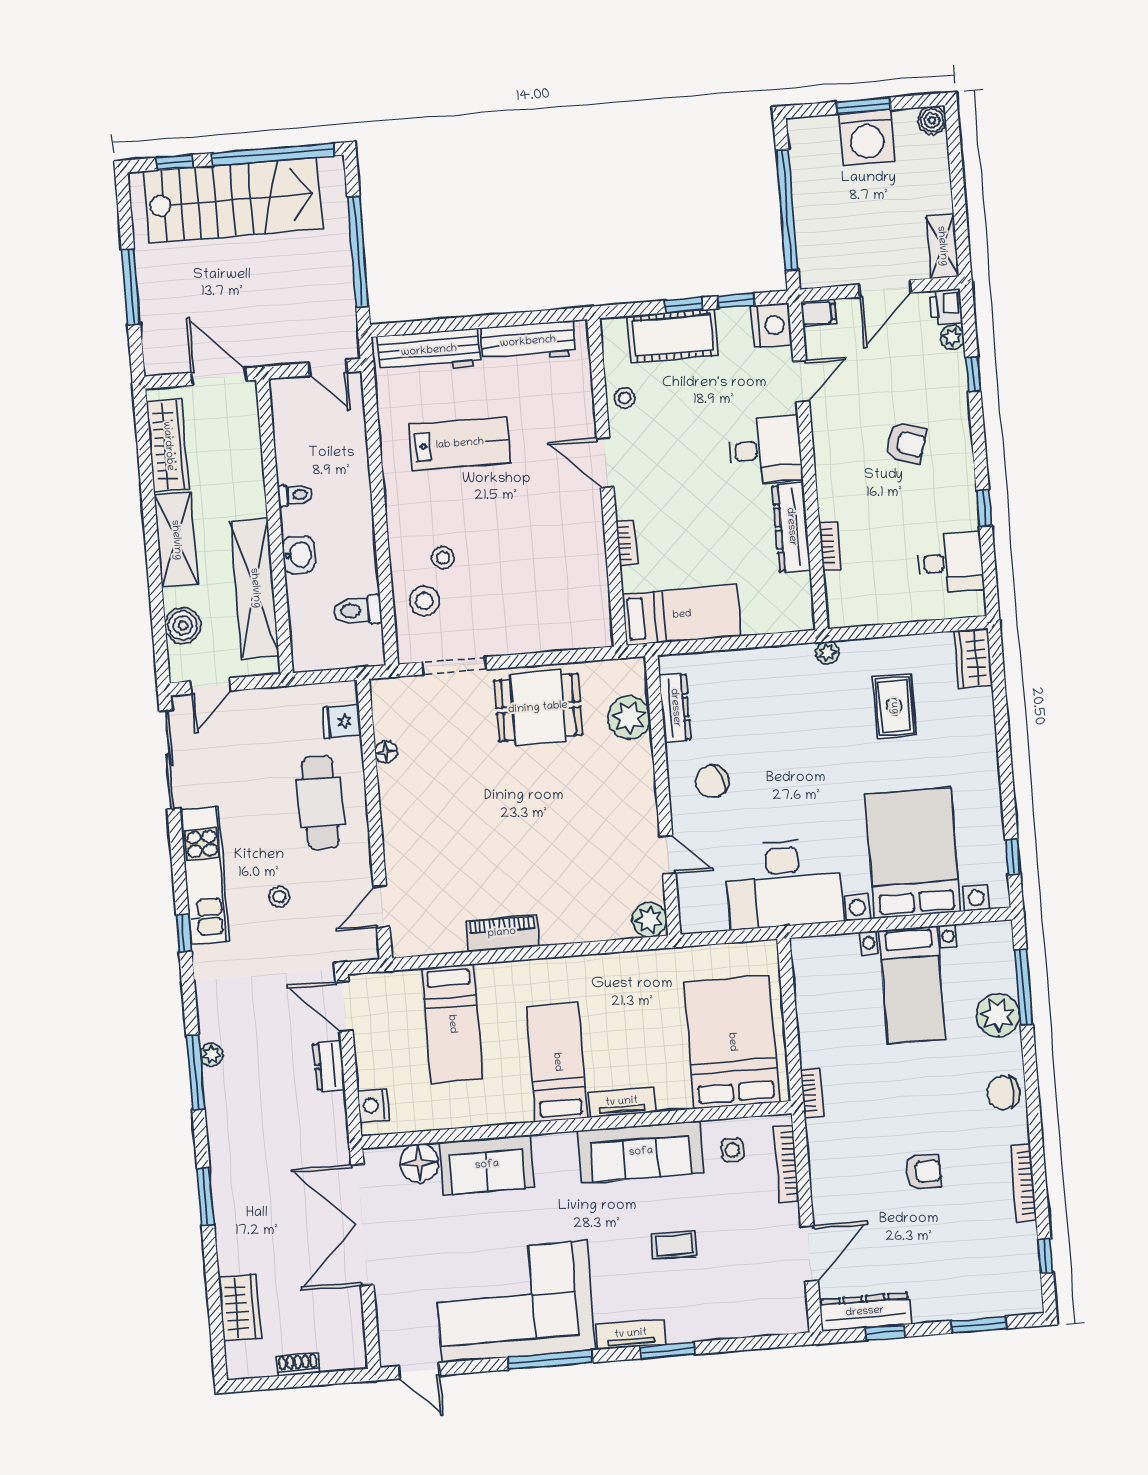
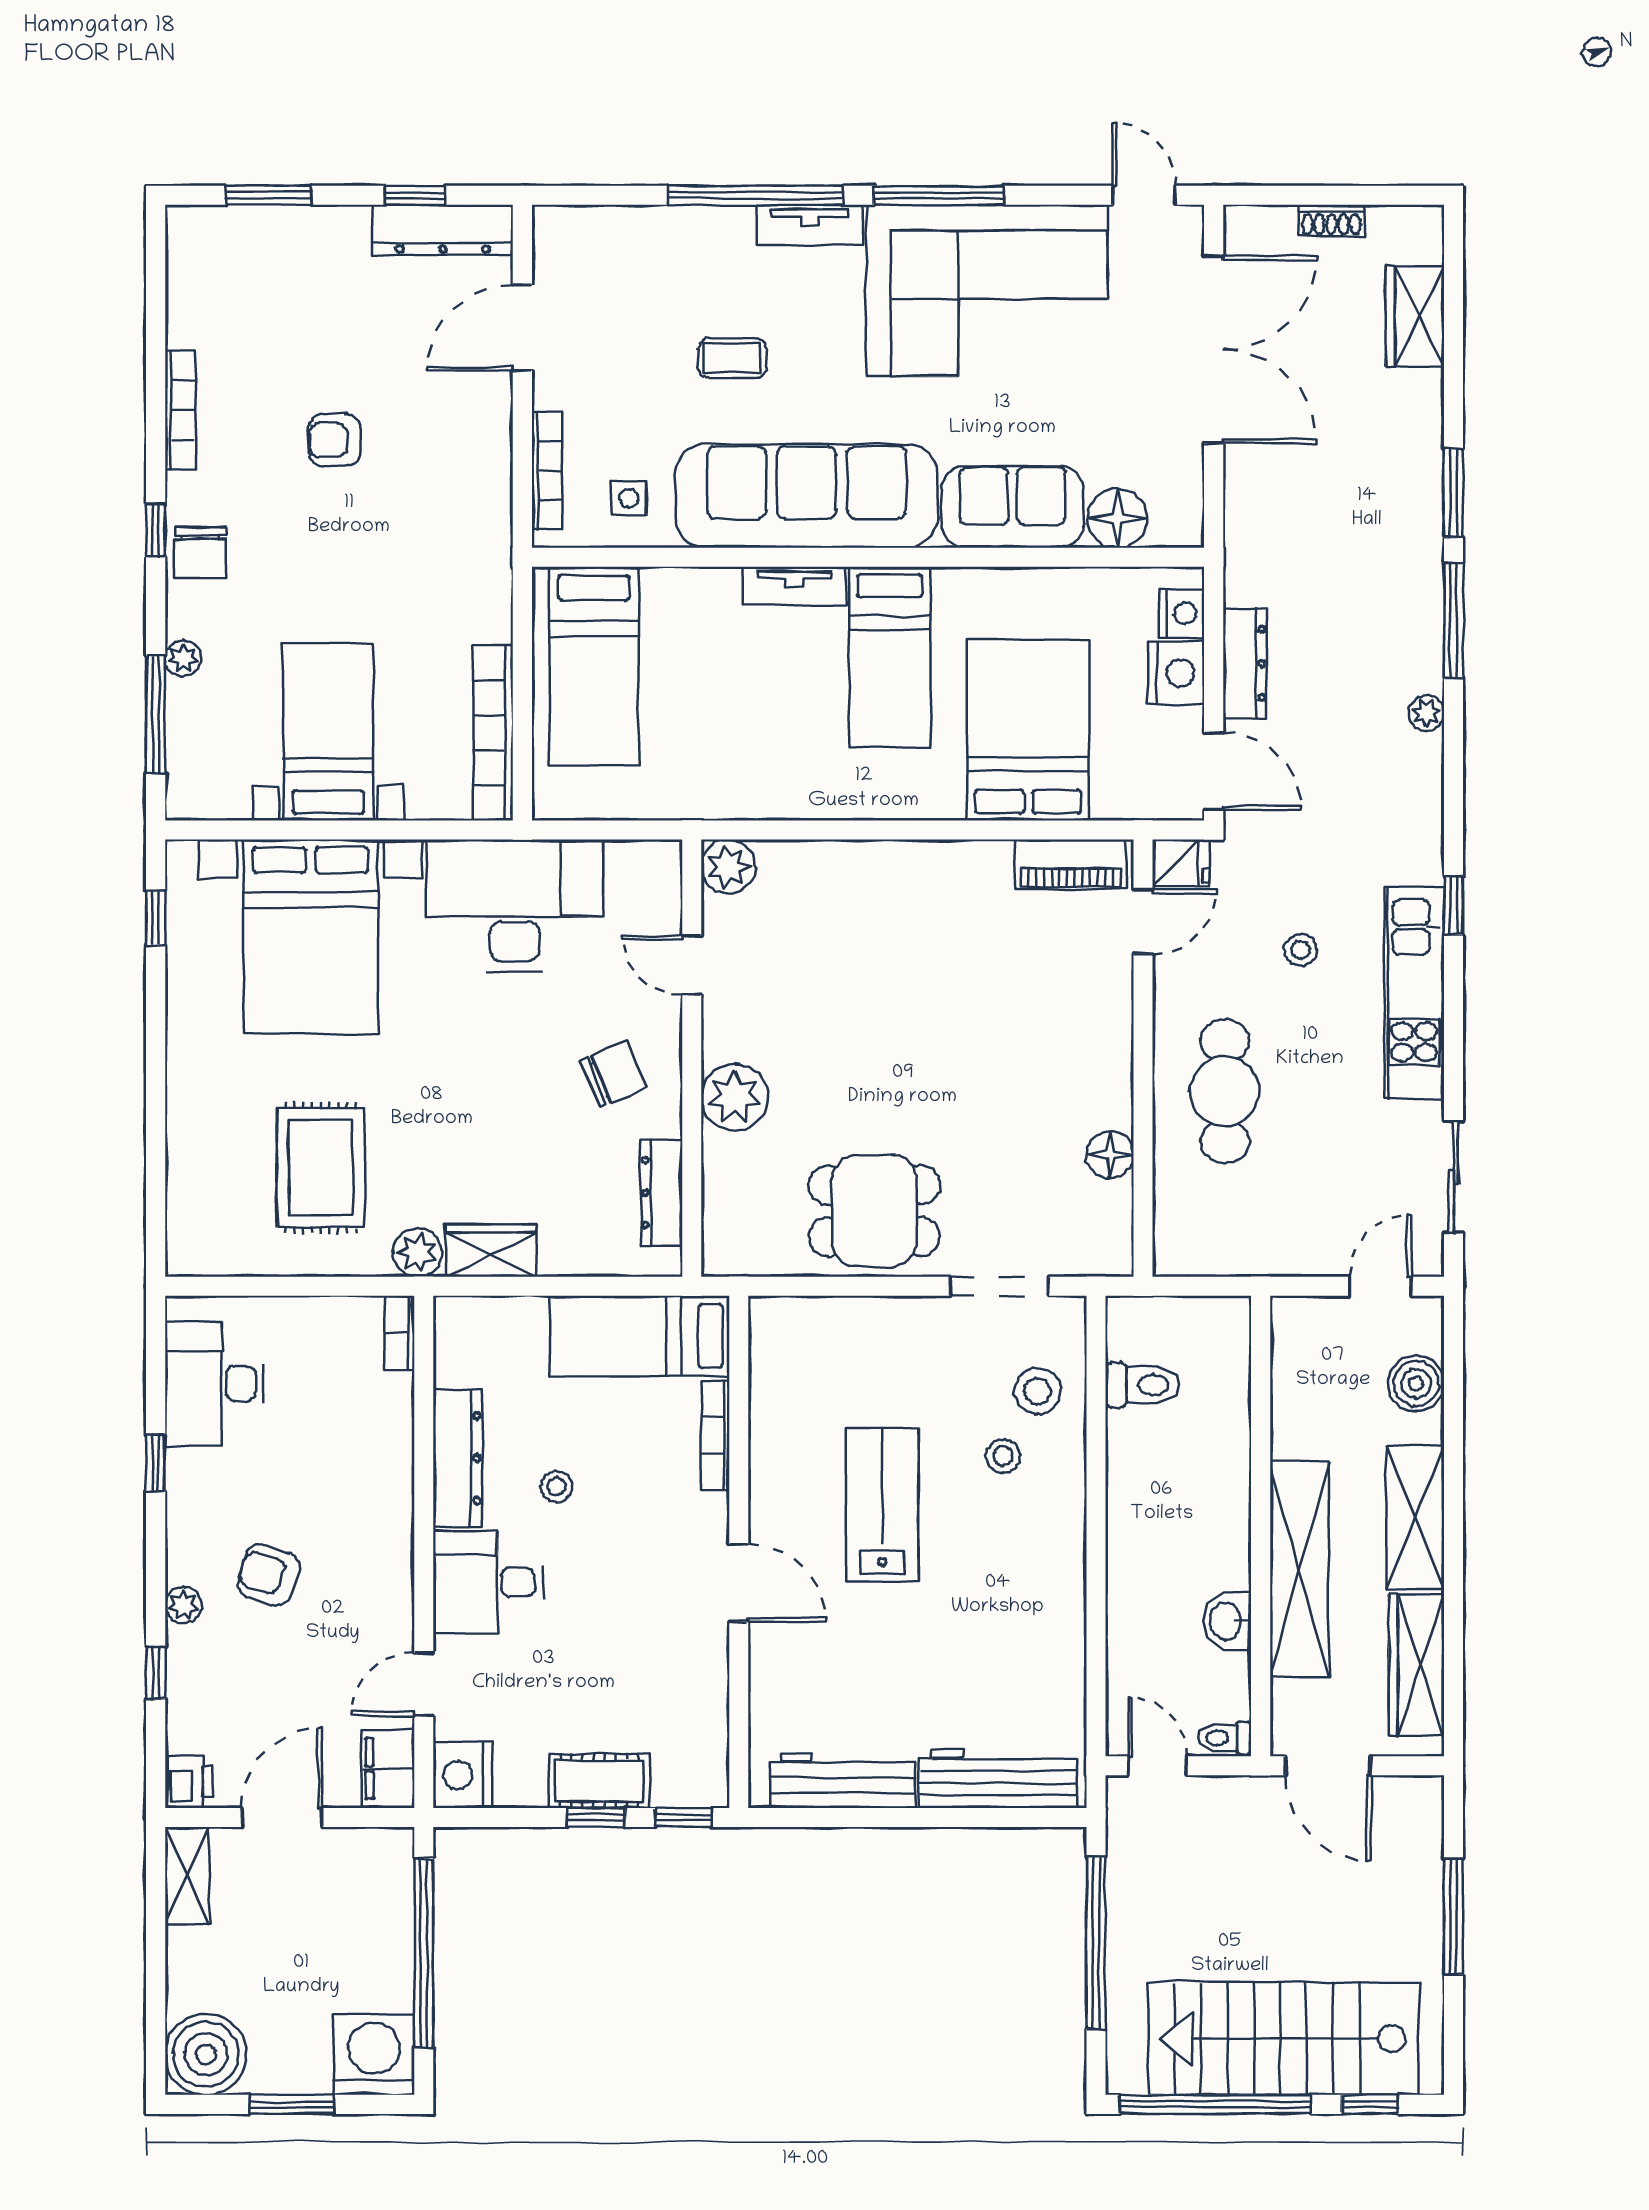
boiler: (932, 120) -> (206, 2054), width x1.86, depth x1.86
washing machine: (867, 137) -> (374, 2055), moved
window: (736, 301) -> (683, 1818), moved
filing cabinet: (819, 313) -> (388, 1769), width x2.00
cot: (672, 336) -> (599, 1781), width x0.73, depth x0.75
plant: (952, 337) -> (184, 1605), moved
stool: (625, 398) -> (557, 1487), moved
lab bench: (460, 444) -> (882, 1505), moved, turned 90
toilet: (295, 495) -> (1225, 1738), moved
bookcase: (627, 543) -> (715, 1435), width x1.56
bookcase: (830, 546) -> (400, 1332), moved
washbasin: (299, 555) -> (1227, 1621), moved
desk: (951, 562) -> (214, 1384), width x1.37
shelving: (255, 588) -> (1299, 1569), moved
plant: (827, 653) -> (417, 1252), width x1.38, depth x1.38
wardrobe: (973, 658) -> (491, 1250), moved, turned -90
rug: (894, 706) -> (321, 1168), width x1.36, depth x1.43
plant: (629, 718) -> (734, 1097), moved
fridge: (342, 721) -> (1181, 863), moved
floor lamp: (386, 752) -> (1110, 1155), width x1.37, depth x1.37
sliding door: (170, 760) -> (1453, 1177), width x0.73
piano: (502, 933) -> (1071, 864), moved
plant: (998, 1015) -> (183, 658), width x0.53, depth x0.53
bed: (452, 1024) -> (1028, 730), width x1.50
bed: (732, 1042) -> (594, 666), width x0.67
dresser: (329, 1066) -> (1245, 663), width x1.44
nightstand: (374, 1067) -> (1176, 673), added
window: (195, 1072) -> (1453, 620), moved
bookcase: (812, 1093) -> (493, 733), moved, width x2.31, depth x1.31
chair: (1003, 1093) -> (200, 553), turned 90
sofa: (641, 1152) -> (806, 496), width x1.36, depth x1.27
double door: (362, 1225) -> (1214, 350), moved
window: (1046, 1255) -> (156, 530), moved
window: (667, 1350) -> (756, 195), width x2.11

